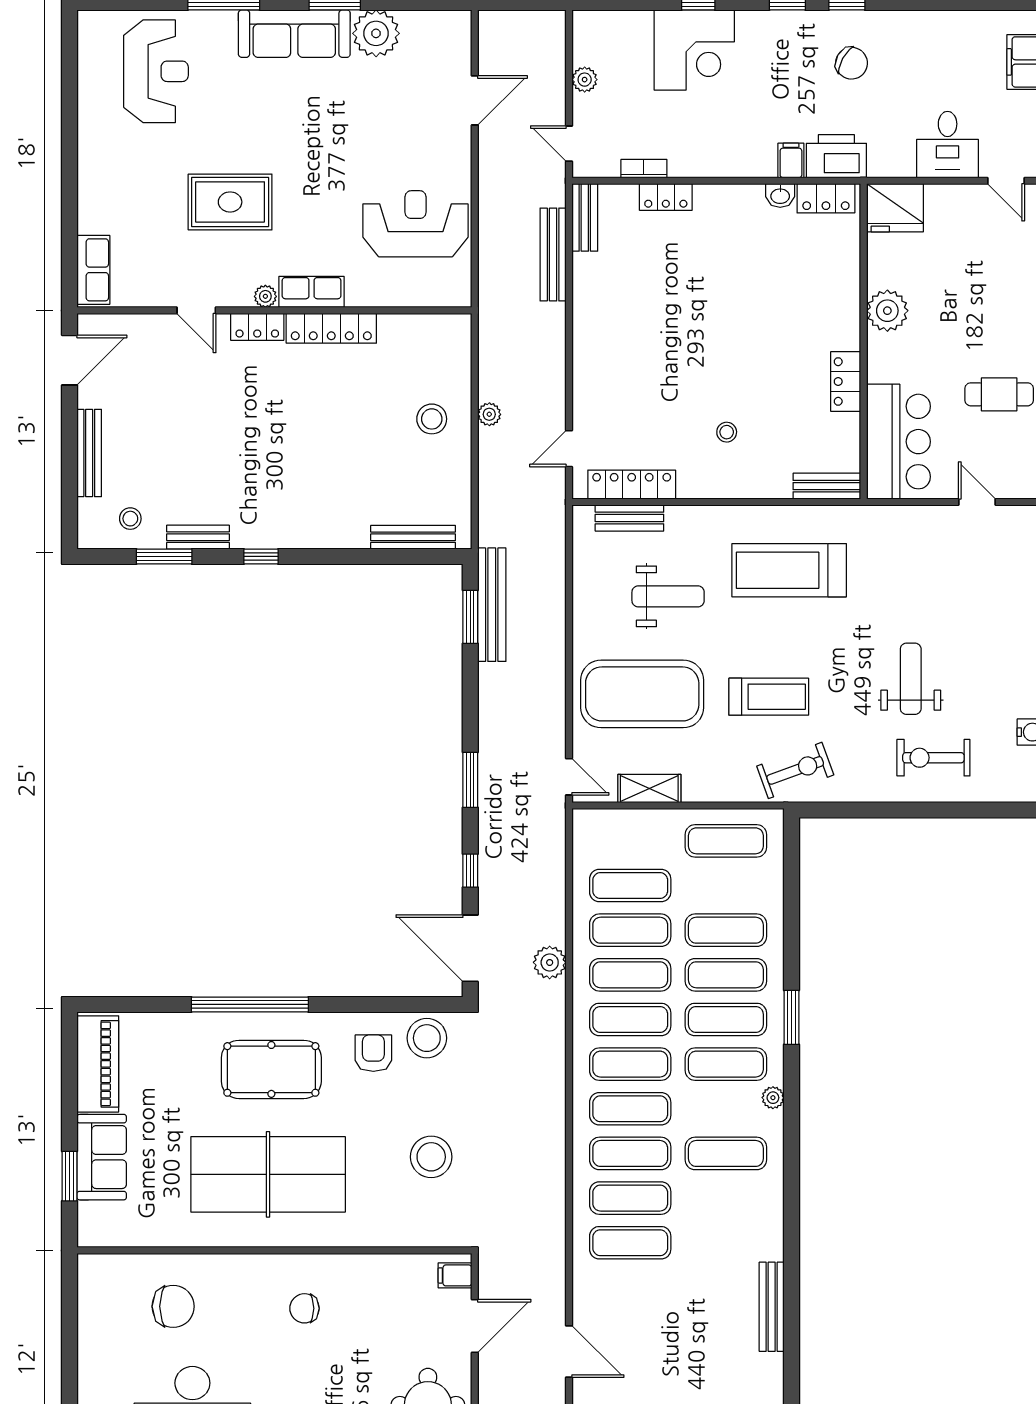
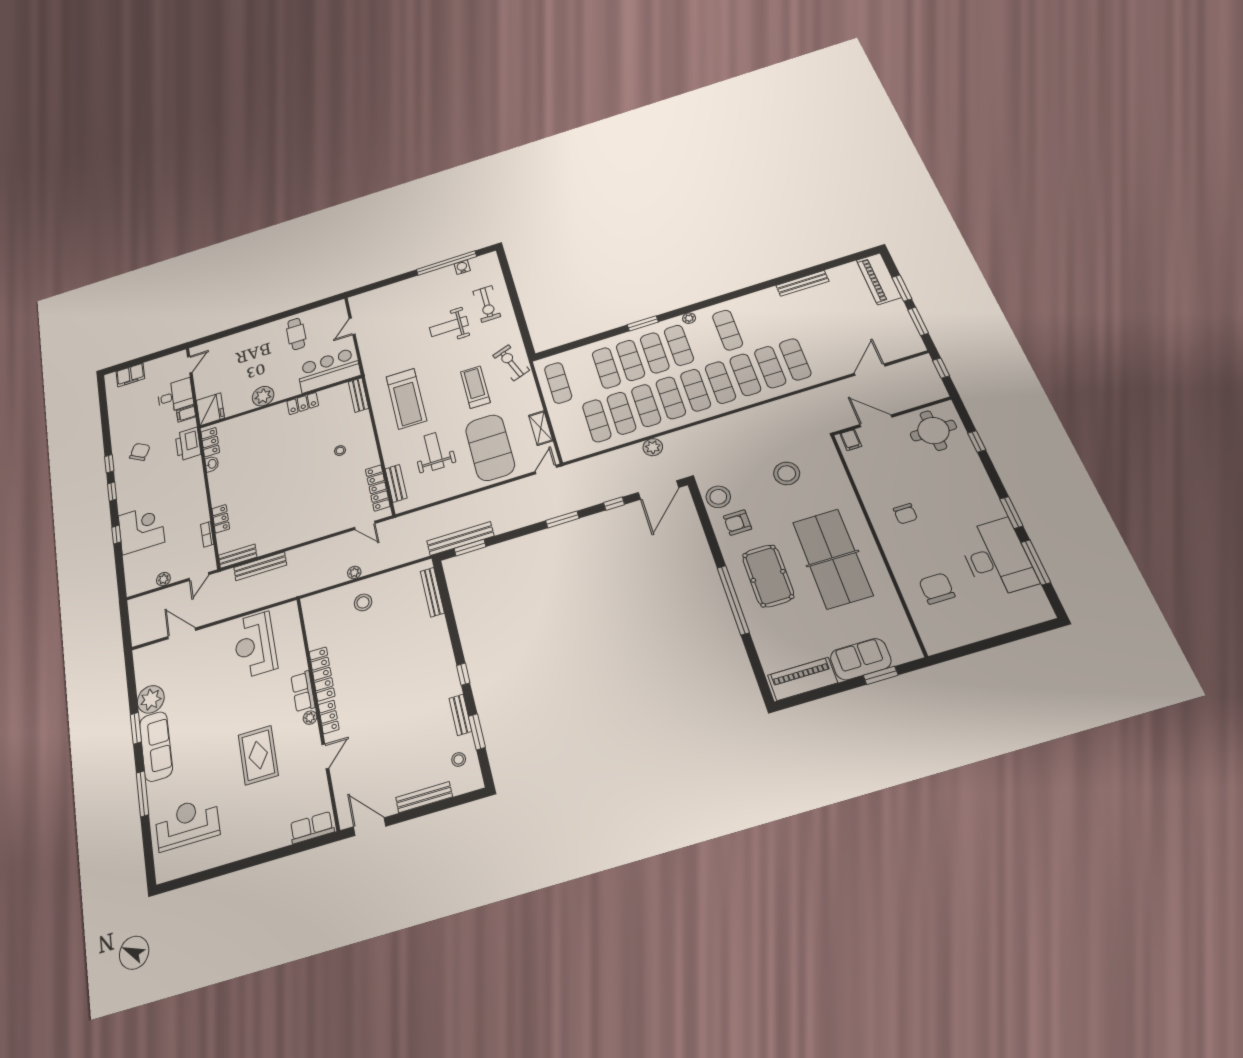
filing cabinet: (791, 161) -> (186, 414), moved

